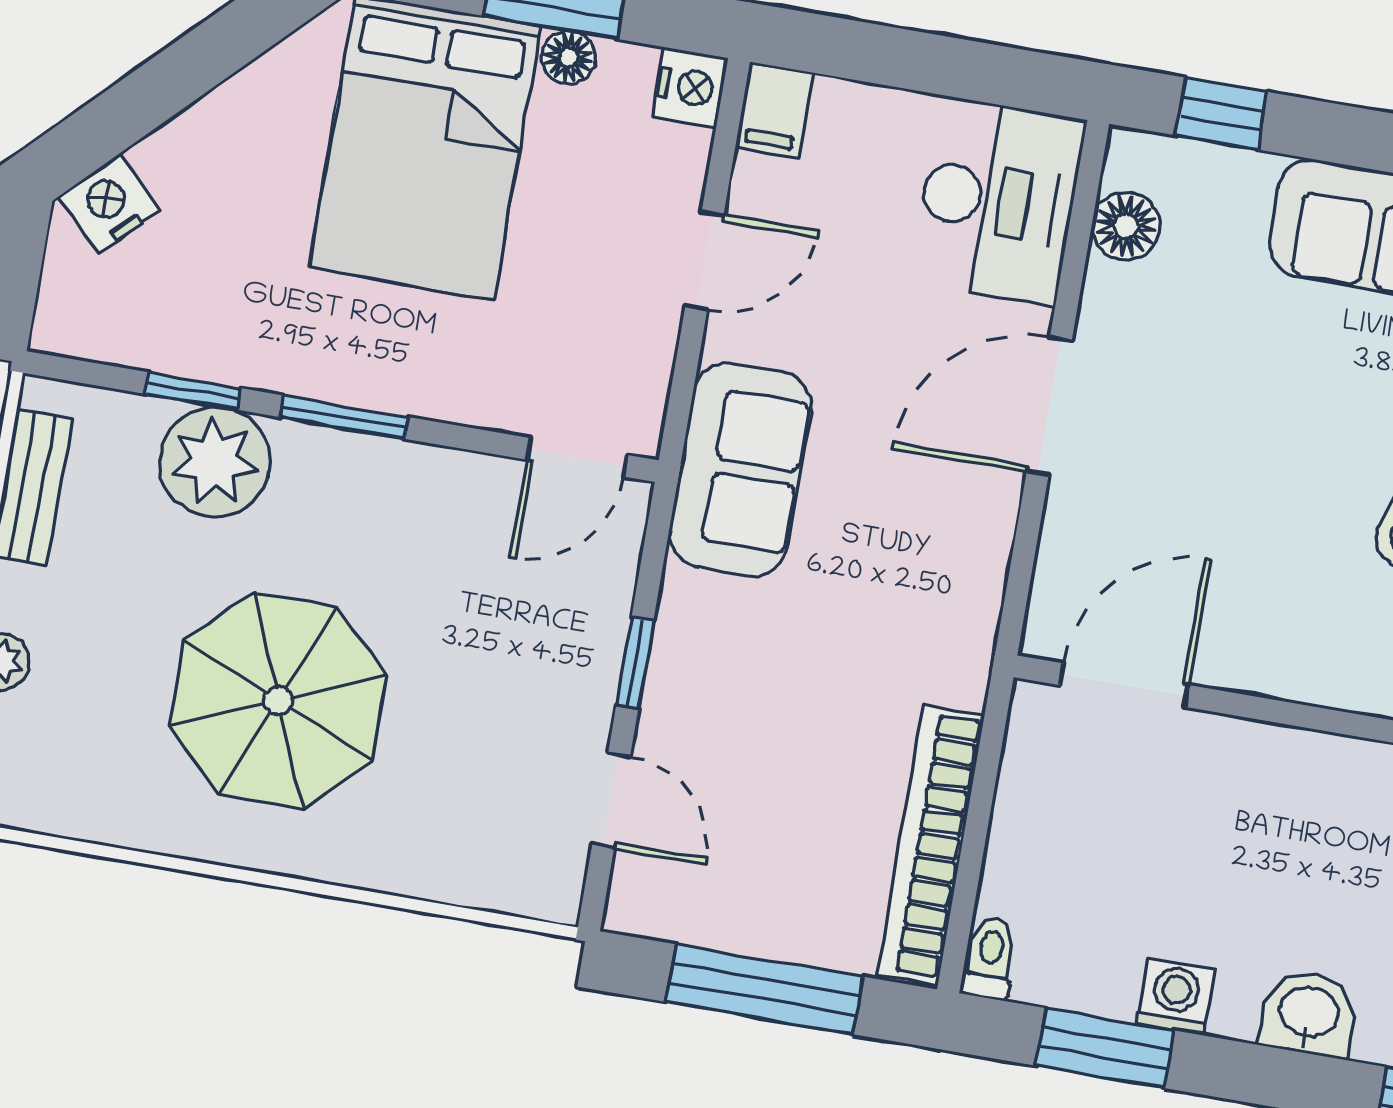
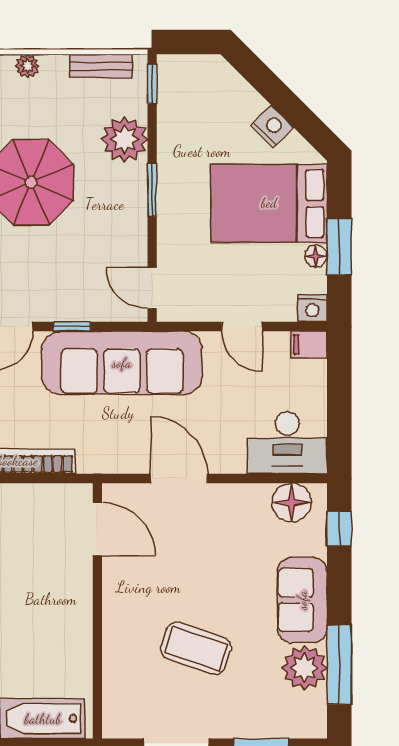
nightstand: (109, 203) -> (272, 127), moved
floor lamp: (1126, 226) -> (291, 503), width x1.38, depth x1.38
window: (193, 391) -> (152, 84), moved
door: (1049, 406) -> (179, 479), moved
sofa: (740, 469) -> (122, 363), width x1.85, depth x1.27

